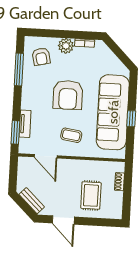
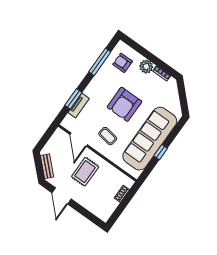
armchair: (41, 57) -> (123, 63), turned 103
window: (15, 132) -> (73, 99), moved
rug: (91, 195) -> (85, 172), moved

